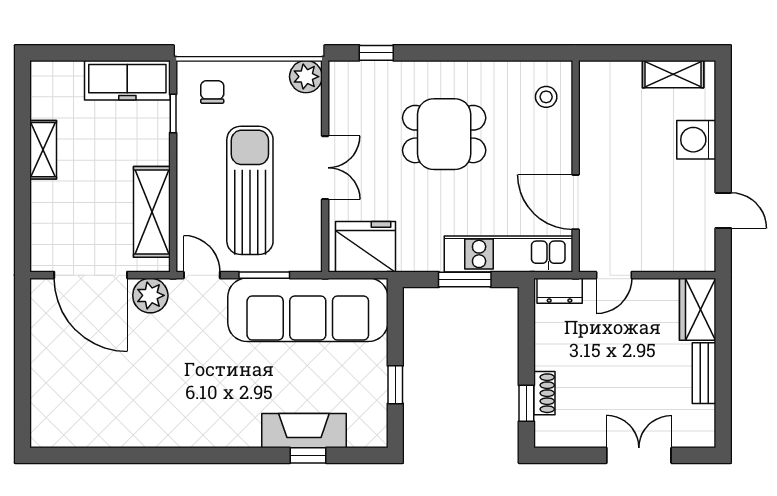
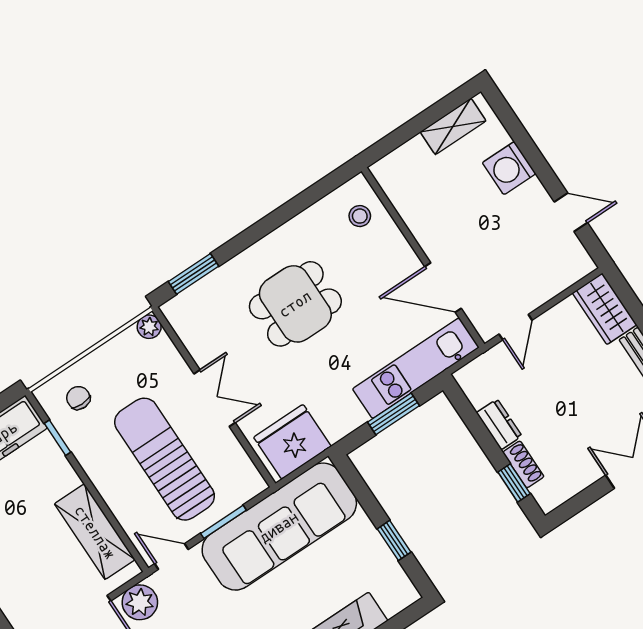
window: (376, 53) -> (193, 274), width x1.50
plant: (306, 77) -> (149, 327), width x0.73, depth x0.73
dresser: (560, 291) -> (499, 424), moved, turned -90

